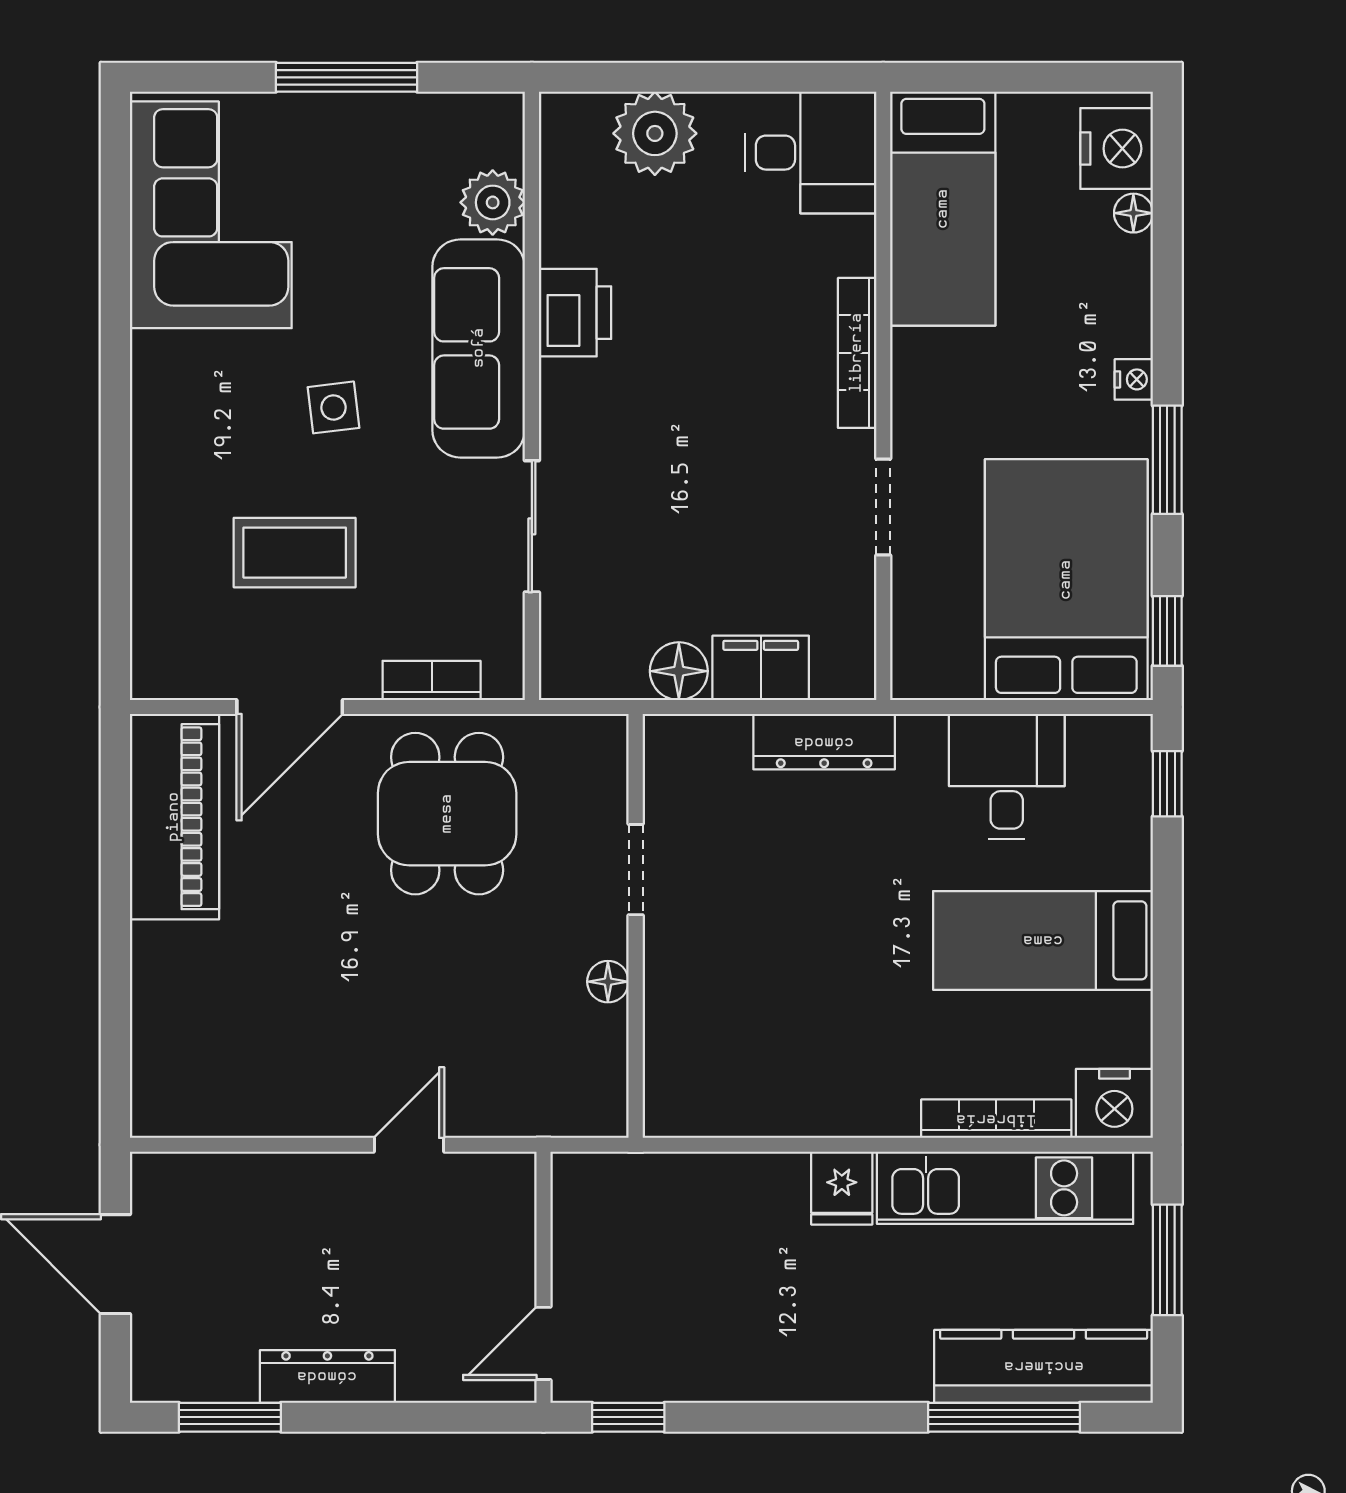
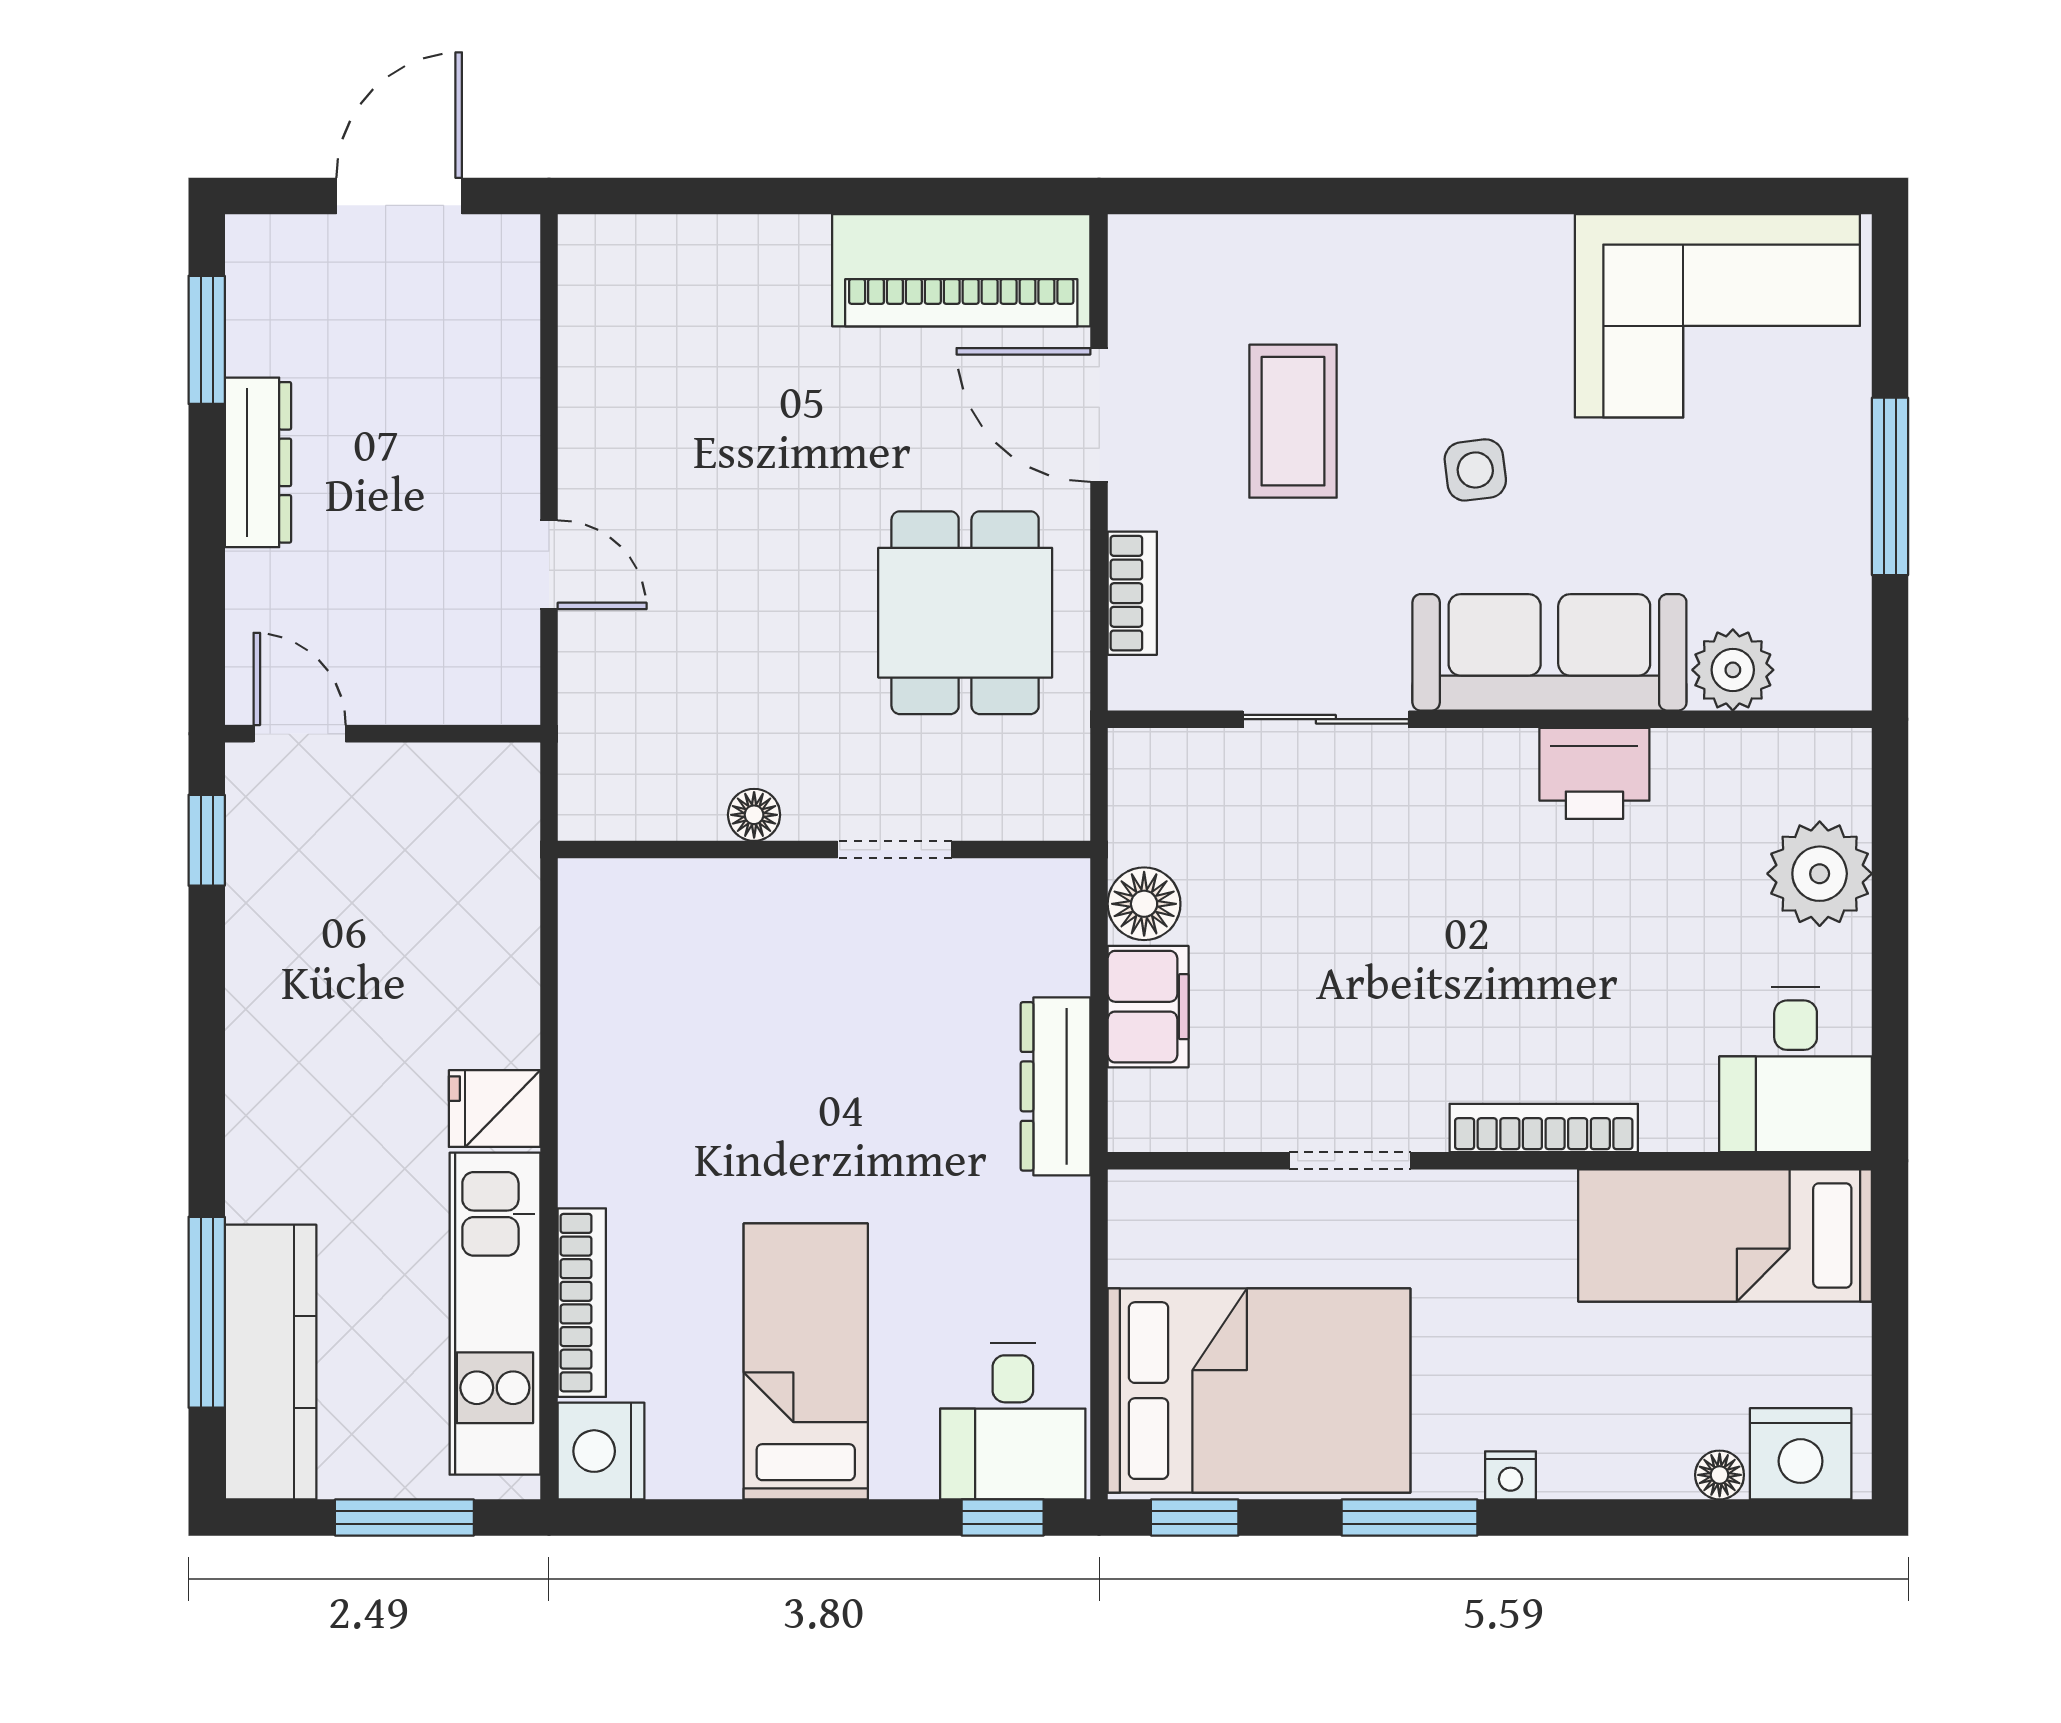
desk: (1007, 776) -> (1013, 1421), moved, turned 90
dining table: (447, 814) -> (965, 613), turned 90

